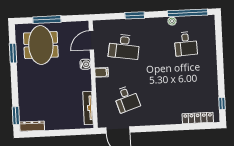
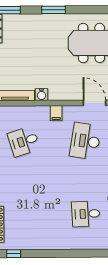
window: (13, 53) -> (53, 10), moved
water cooler: (85, 64) -> (41, 95), moved

